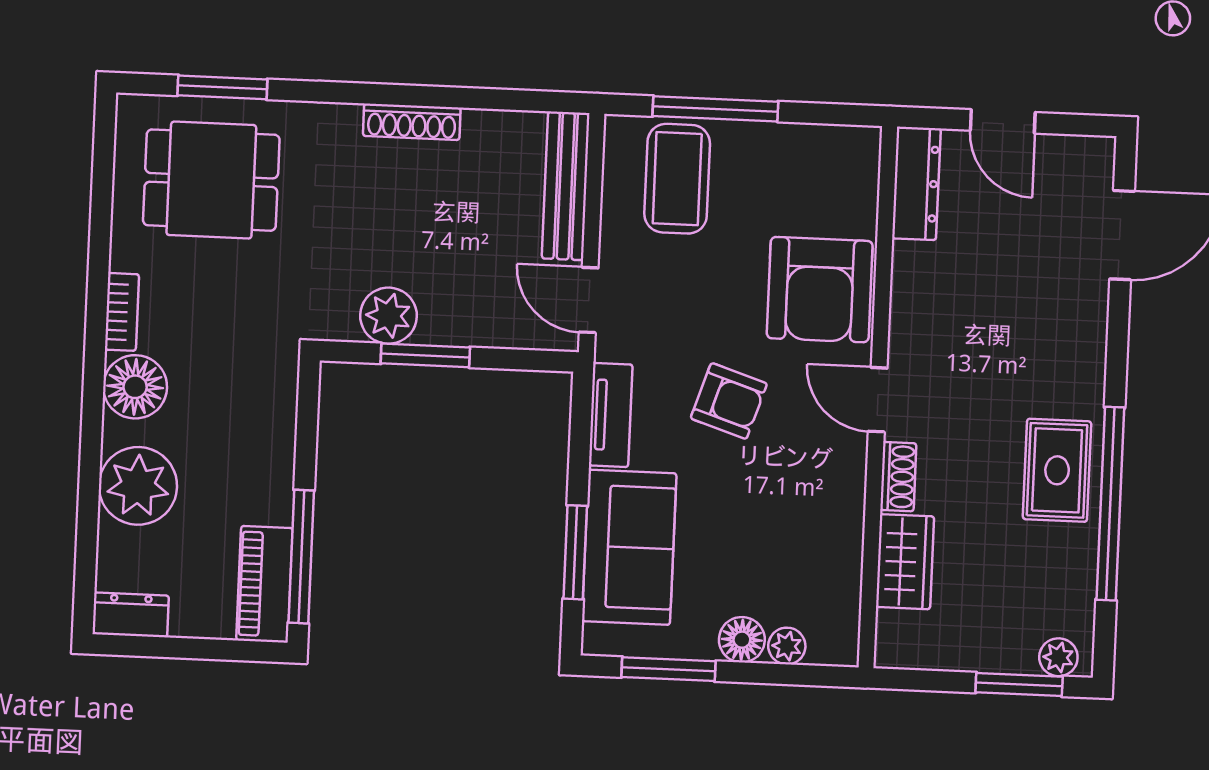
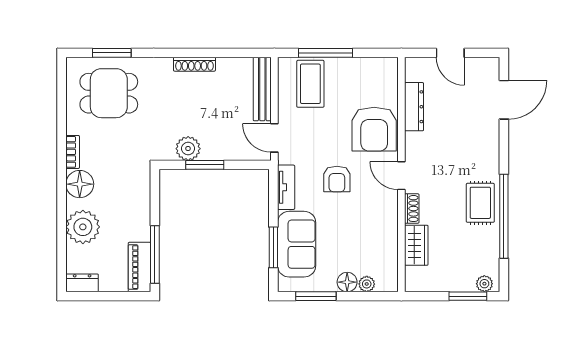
dresser: (916, 183) -> (414, 107), moved
armchair: (729, 401) -> (337, 179), turned 72

